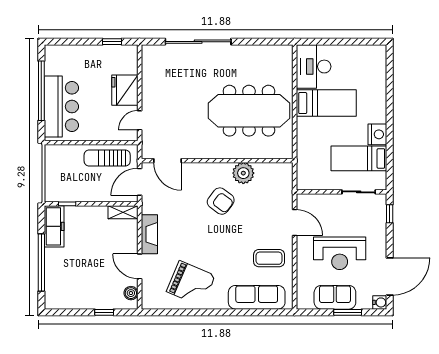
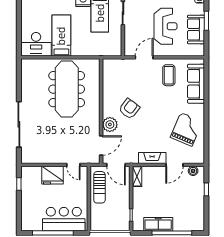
plant: (243, 173) -> (110, 125), moved
freezer: (54, 226) -> (158, 224), moved

